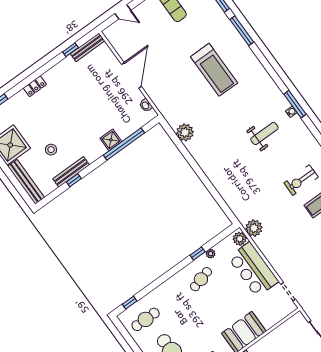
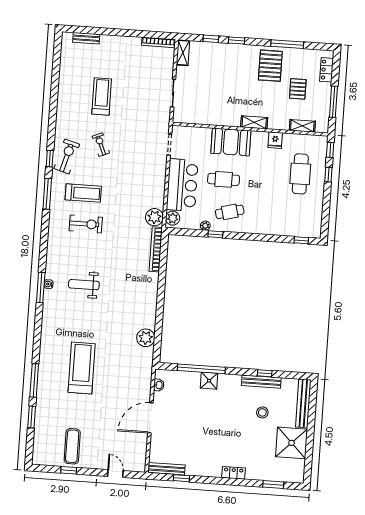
bookcase: (233, 205) -> (156, 249), added
cafe table: (146, 319) -> (224, 179), moved

